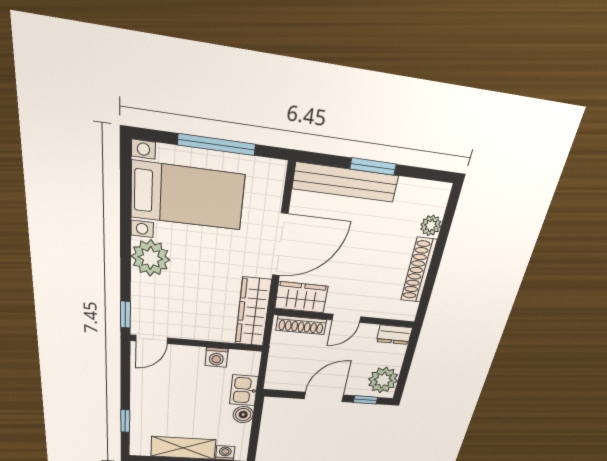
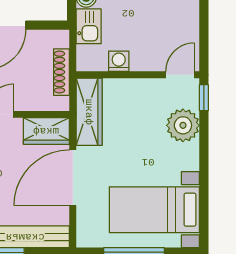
plant: (151, 258) -> (183, 125), moved
shoe rack: (301, 325) -> (61, 72), moved, turned -90

